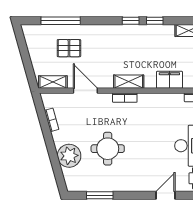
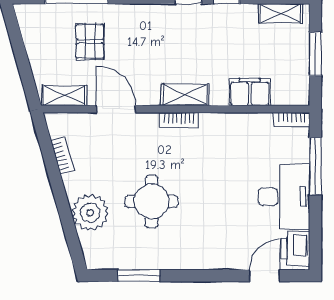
pallet: (69, 48) -> (90, 41), turned 90
door: (165, 195) -> (265, 276), moved

